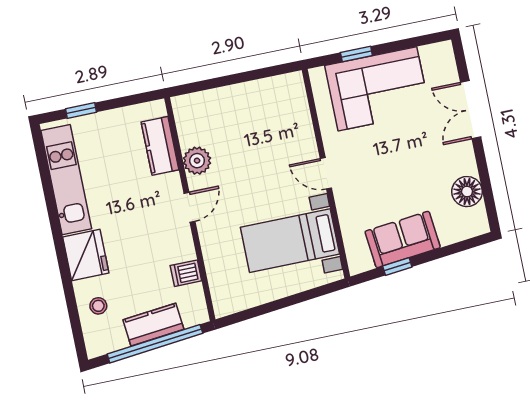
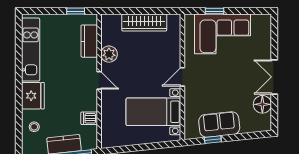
wardrobe: (245, 97) -> (144, 23), added
double door: (471, 110) -> (274, 77), moved
window: (81, 111) -> (76, 11), moved
door: (326, 173) -> (182, 77), hinge flipped
door: (190, 207) -> (99, 80), hinge flipped

